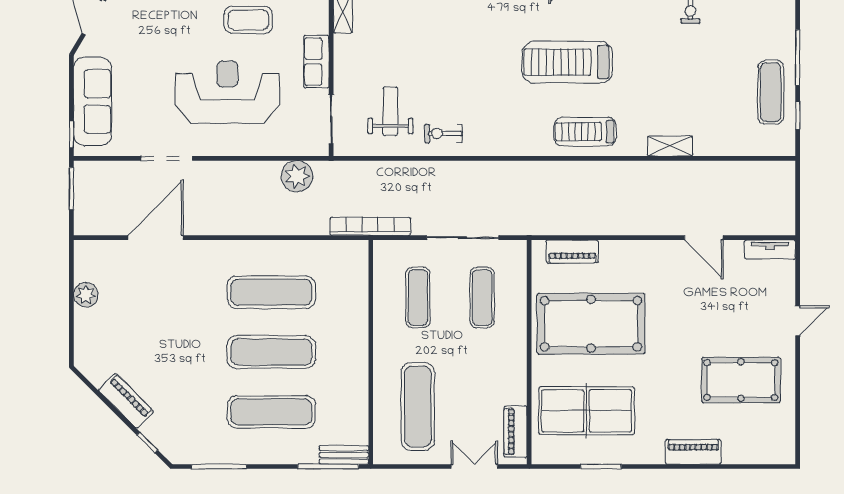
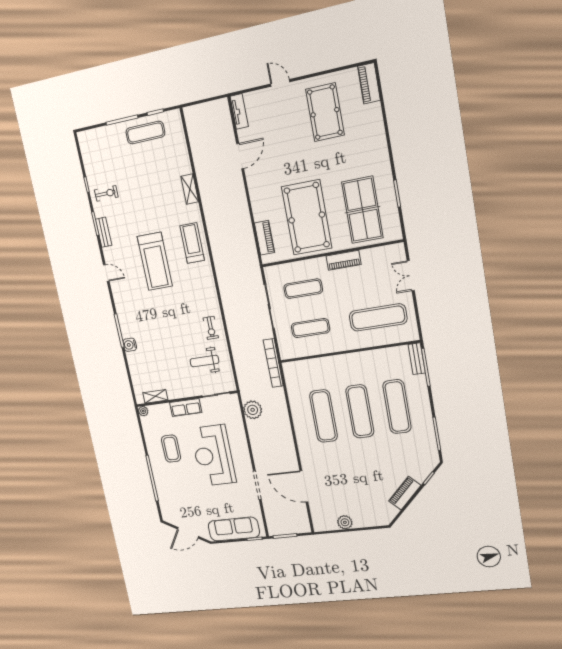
treadmill: (585, 132) -> (192, 243), turned 180
piano: (515, 432) -> (344, 260), moved
piano: (693, 452) -> (369, 83), moved

